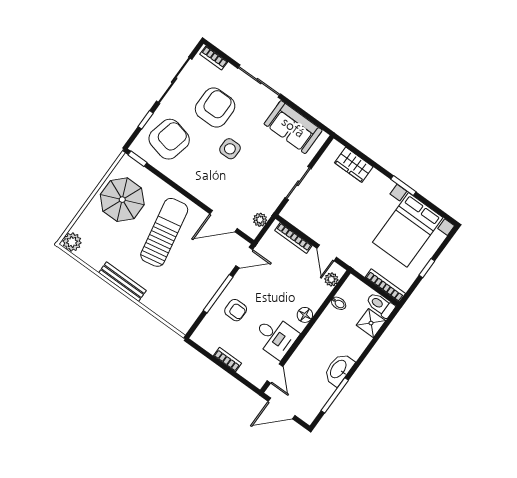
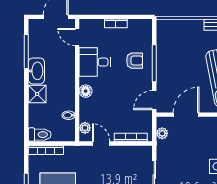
armchair: (236, 310) -> (135, 61), turned 180
shower: (371, 323) -> (37, 94), moved

